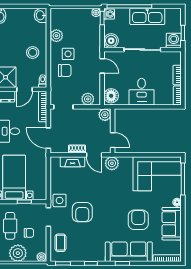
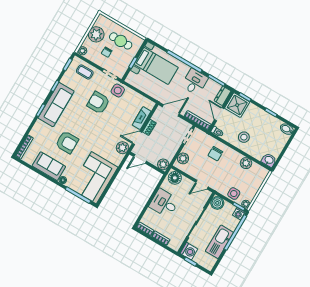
side table: (68, 54) -> (234, 194), moved
sofa: (129, 252) -> (56, 105), moved

